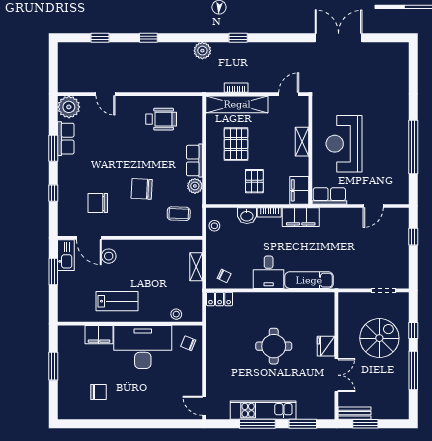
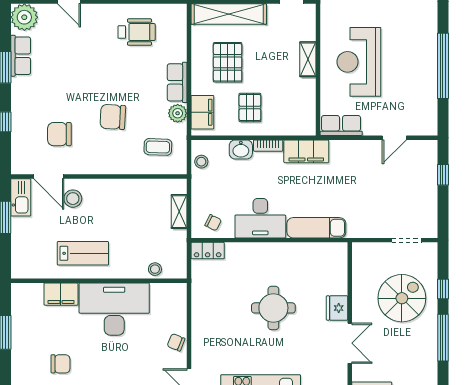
filing cabinet: (299, 190) -> (202, 112), moved, turned 180
desk: (269, 272) -> (260, 218), width x1.37
chair: (188, 343) -> (176, 342), moved

